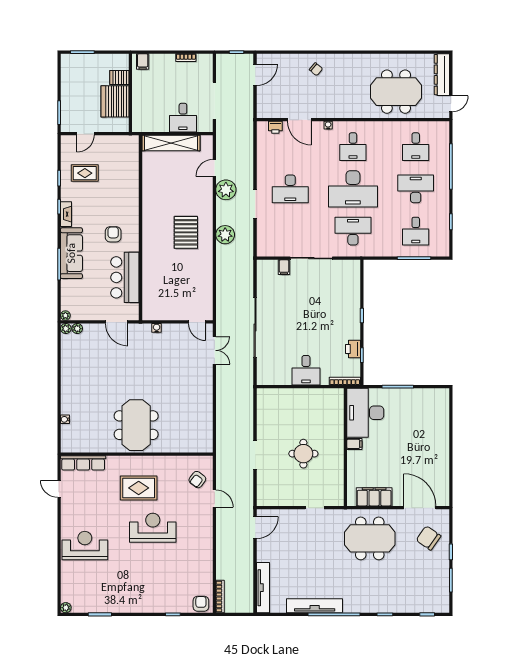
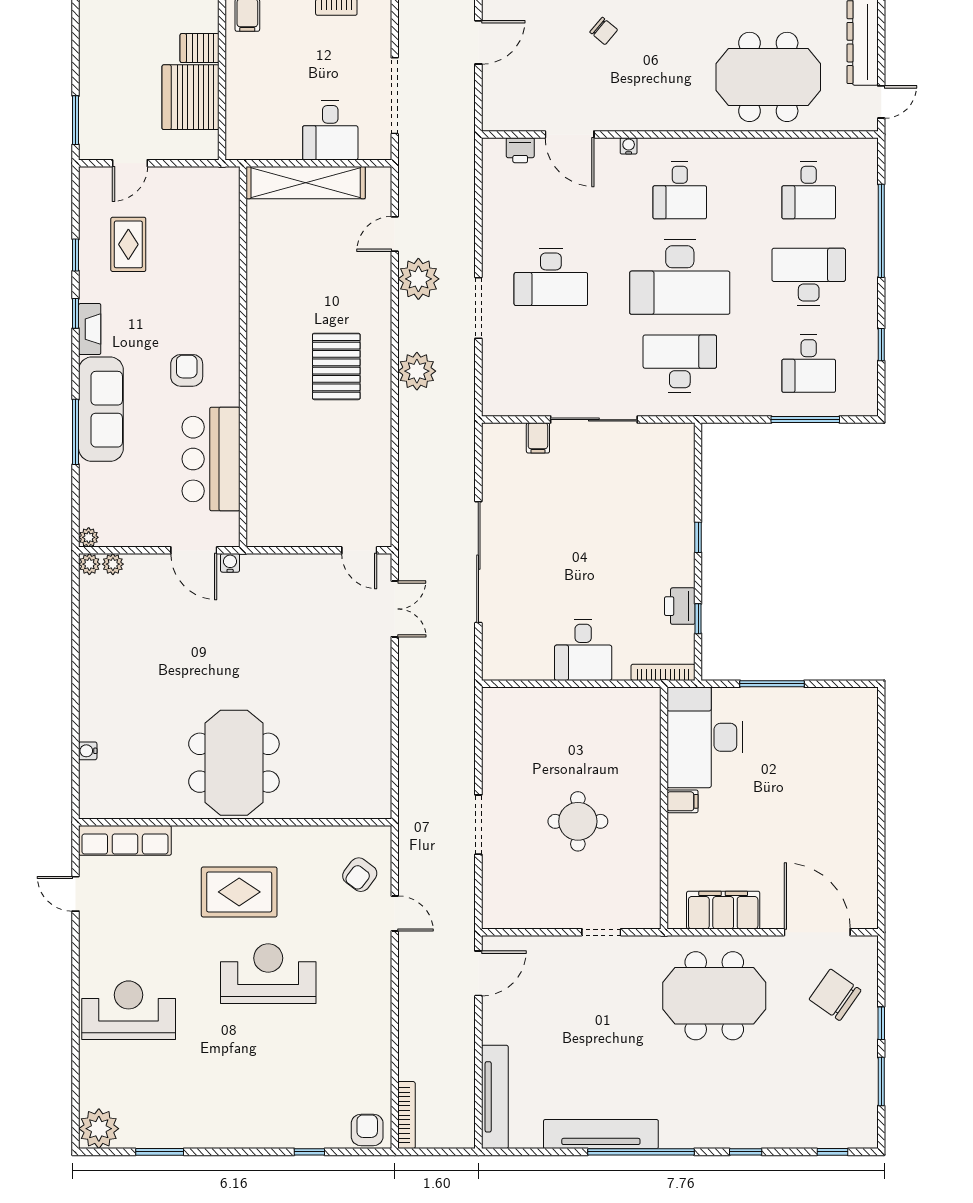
rug: (85, 173) -> (128, 244), turned 90
water cooler: (157, 328) -> (230, 563), moved
plant: (66, 608) -> (99, 1129), width x1.88, depth x1.88

